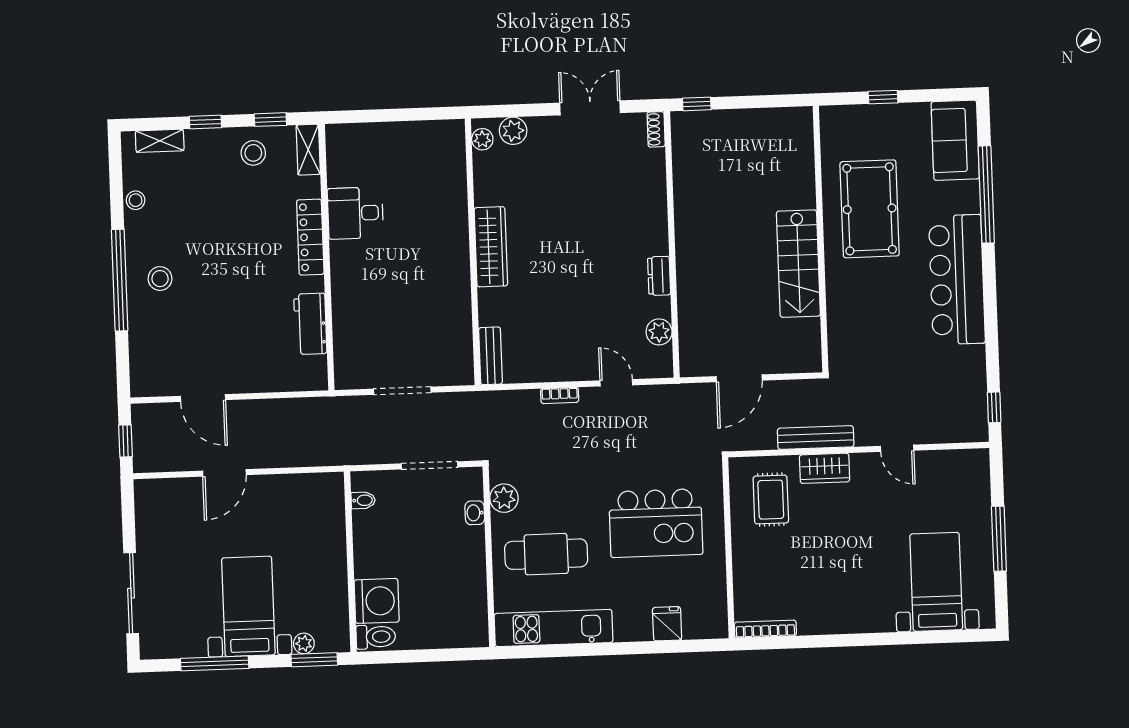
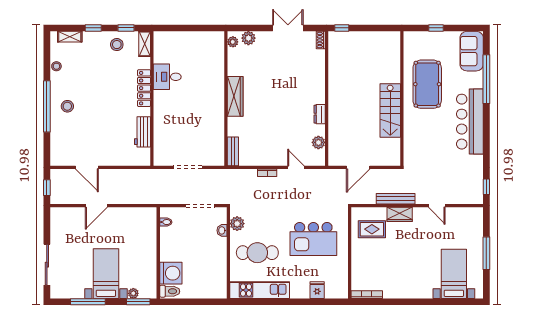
rug: (771, 500) -> (372, 229), turned 90

